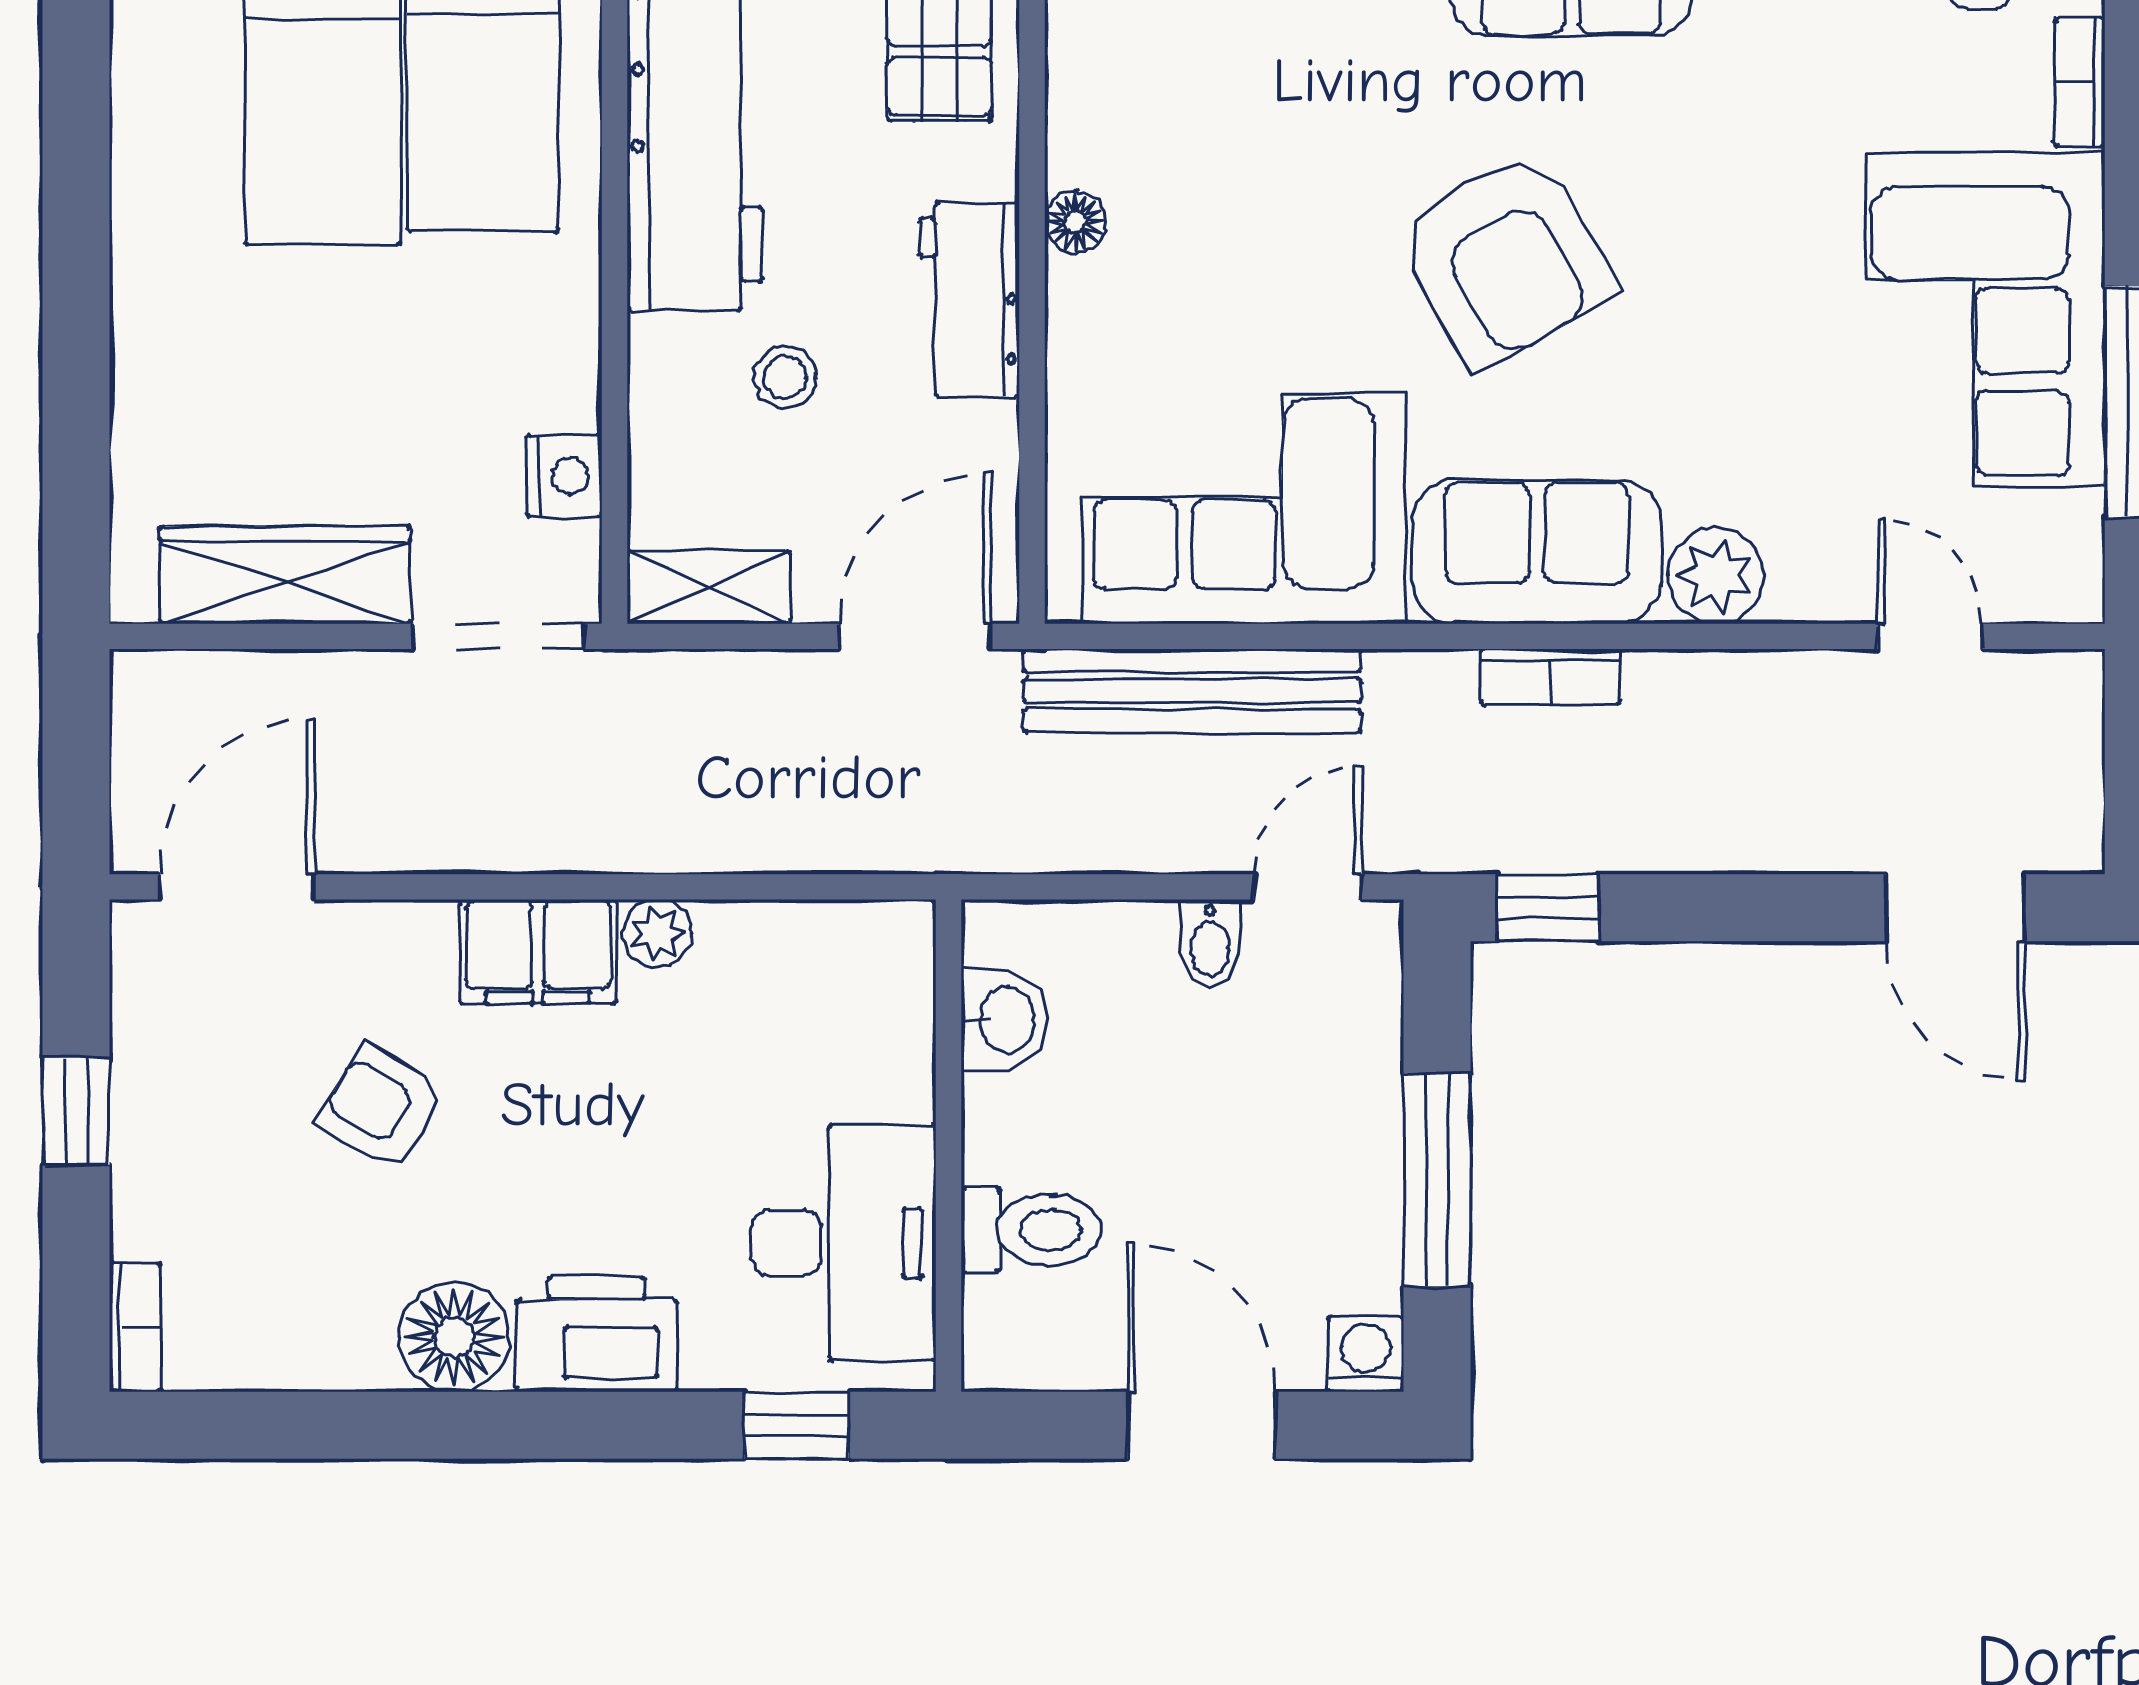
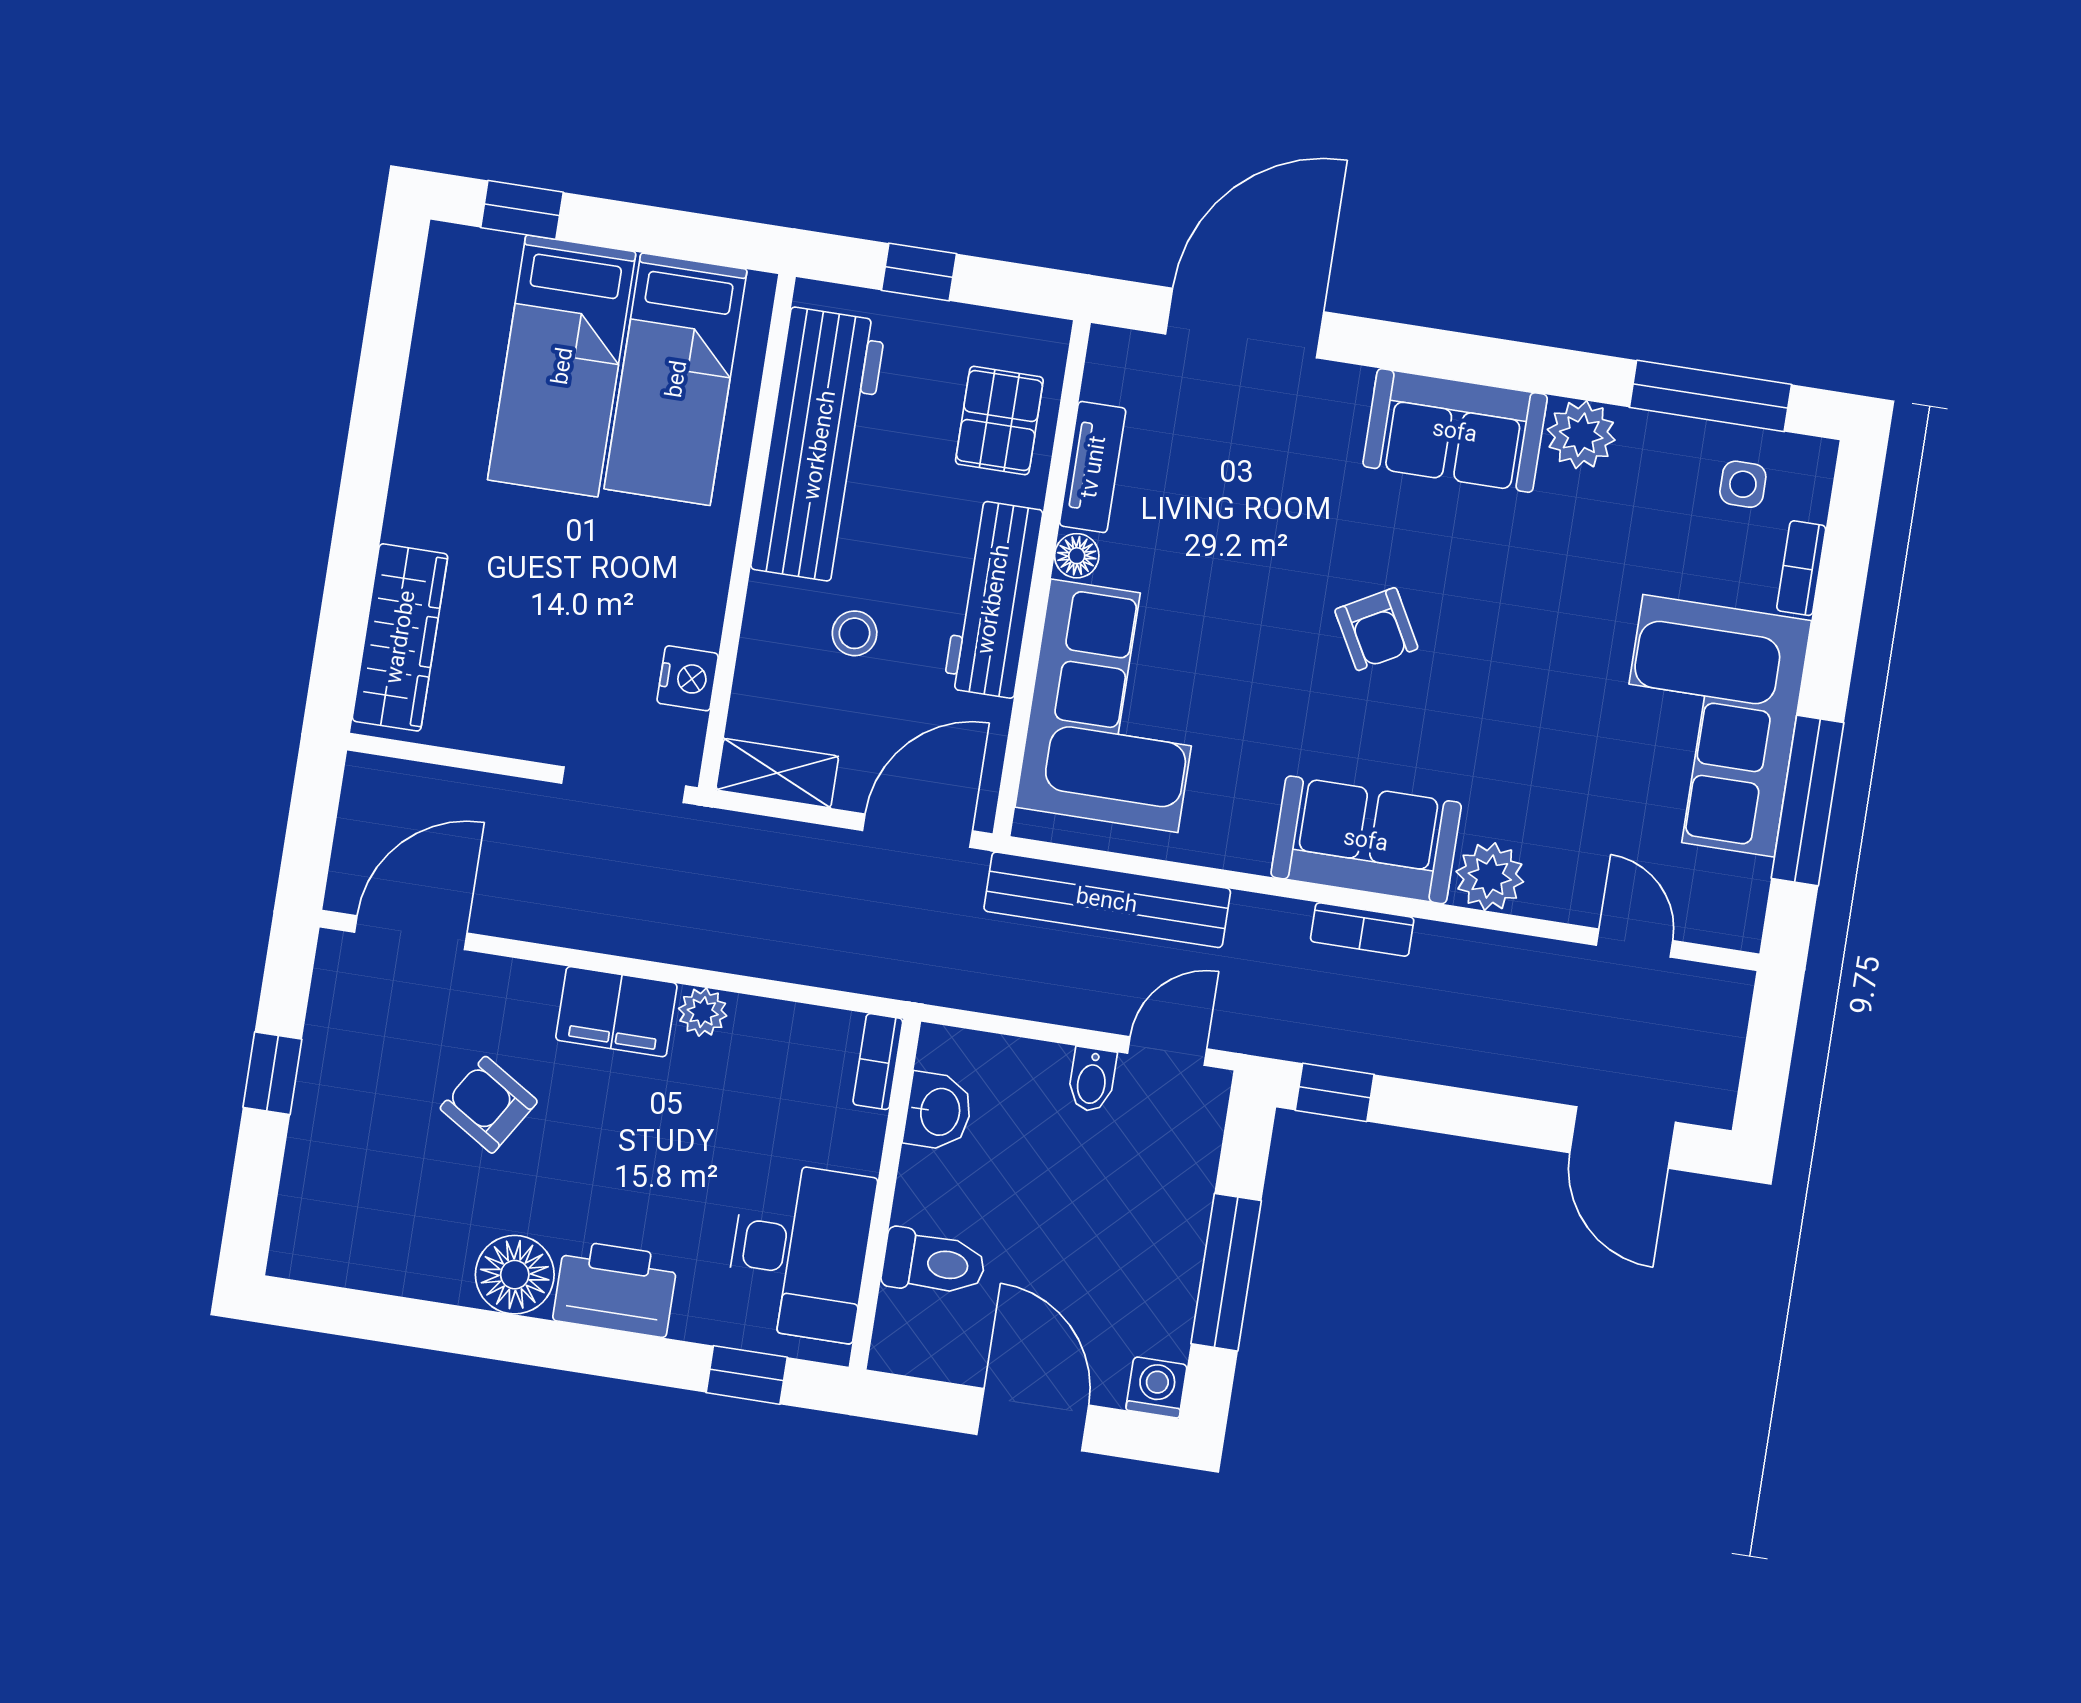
tv unit: (1078, 96) -> (1093, 467), added
armchair: (1505, 258) -> (1376, 629), width x0.53, depth x0.53
workbench: (969, 300) -> (993, 599), width x1.37
corner sofa: (1244, 508) -> (1114, 706), moved, turned 90
wardrobe: (285, 575) -> (400, 637), moved, turned 90
bookcase: (135, 1327) -> (878, 1062), moved, turned 180

